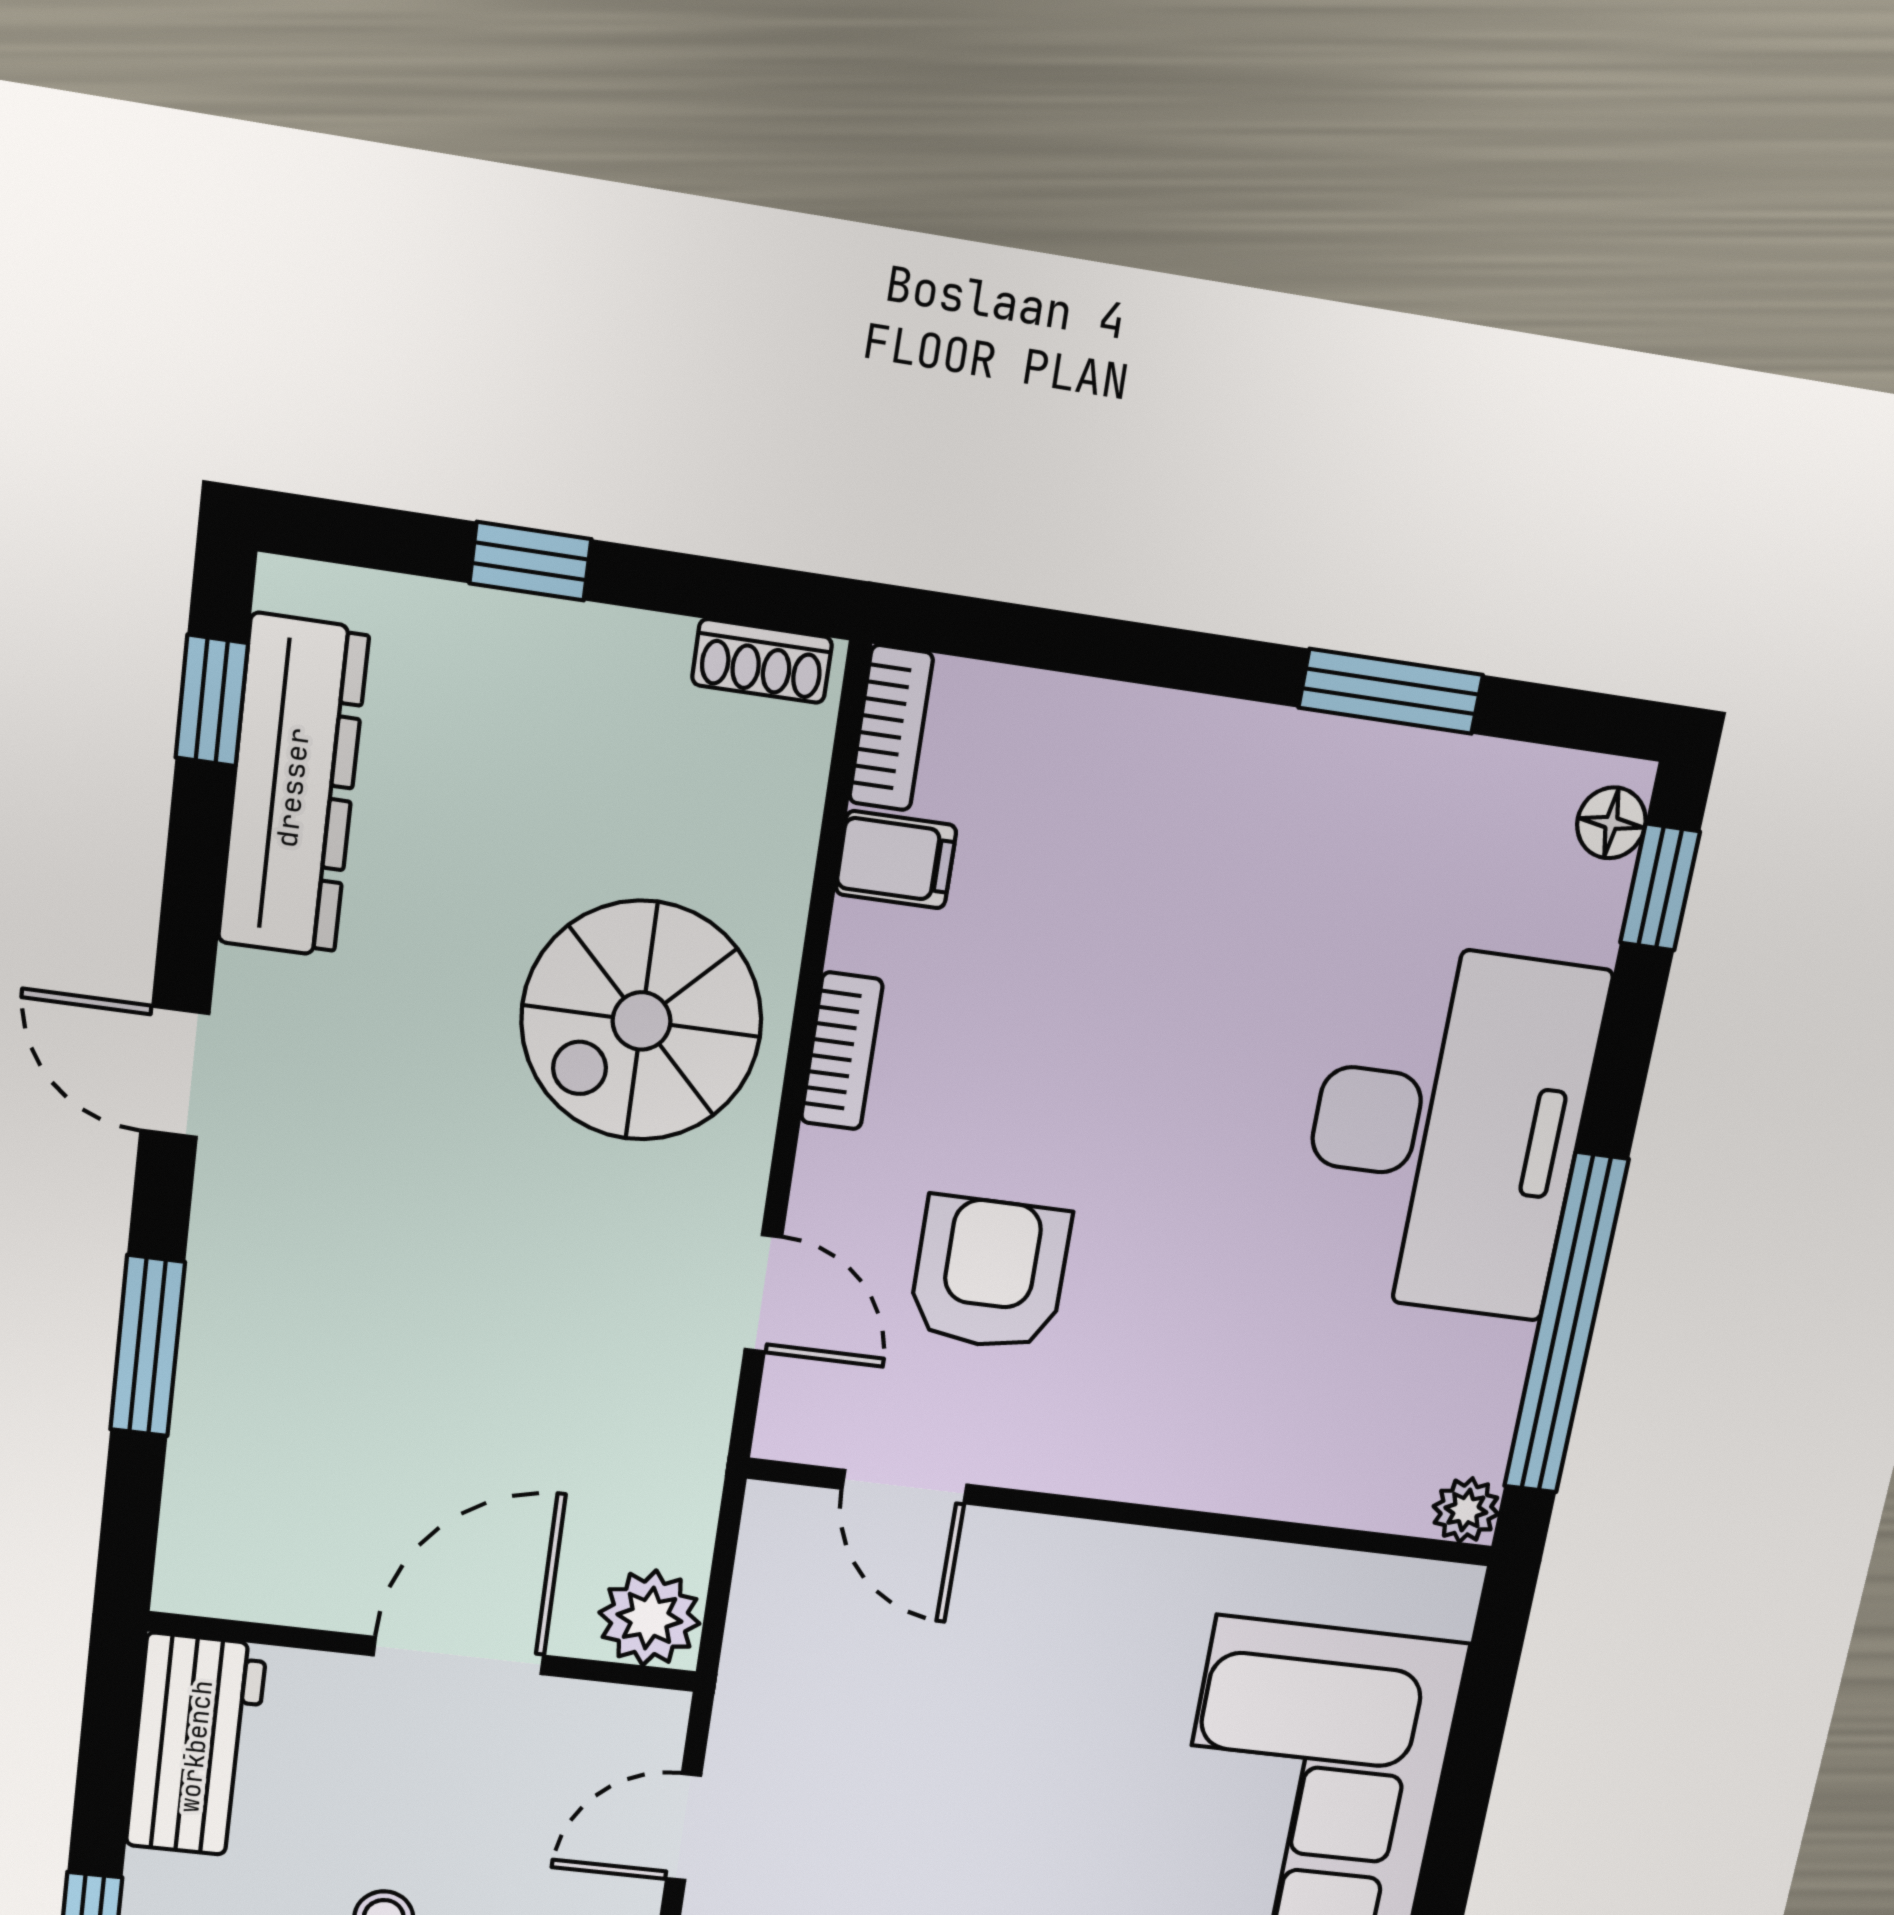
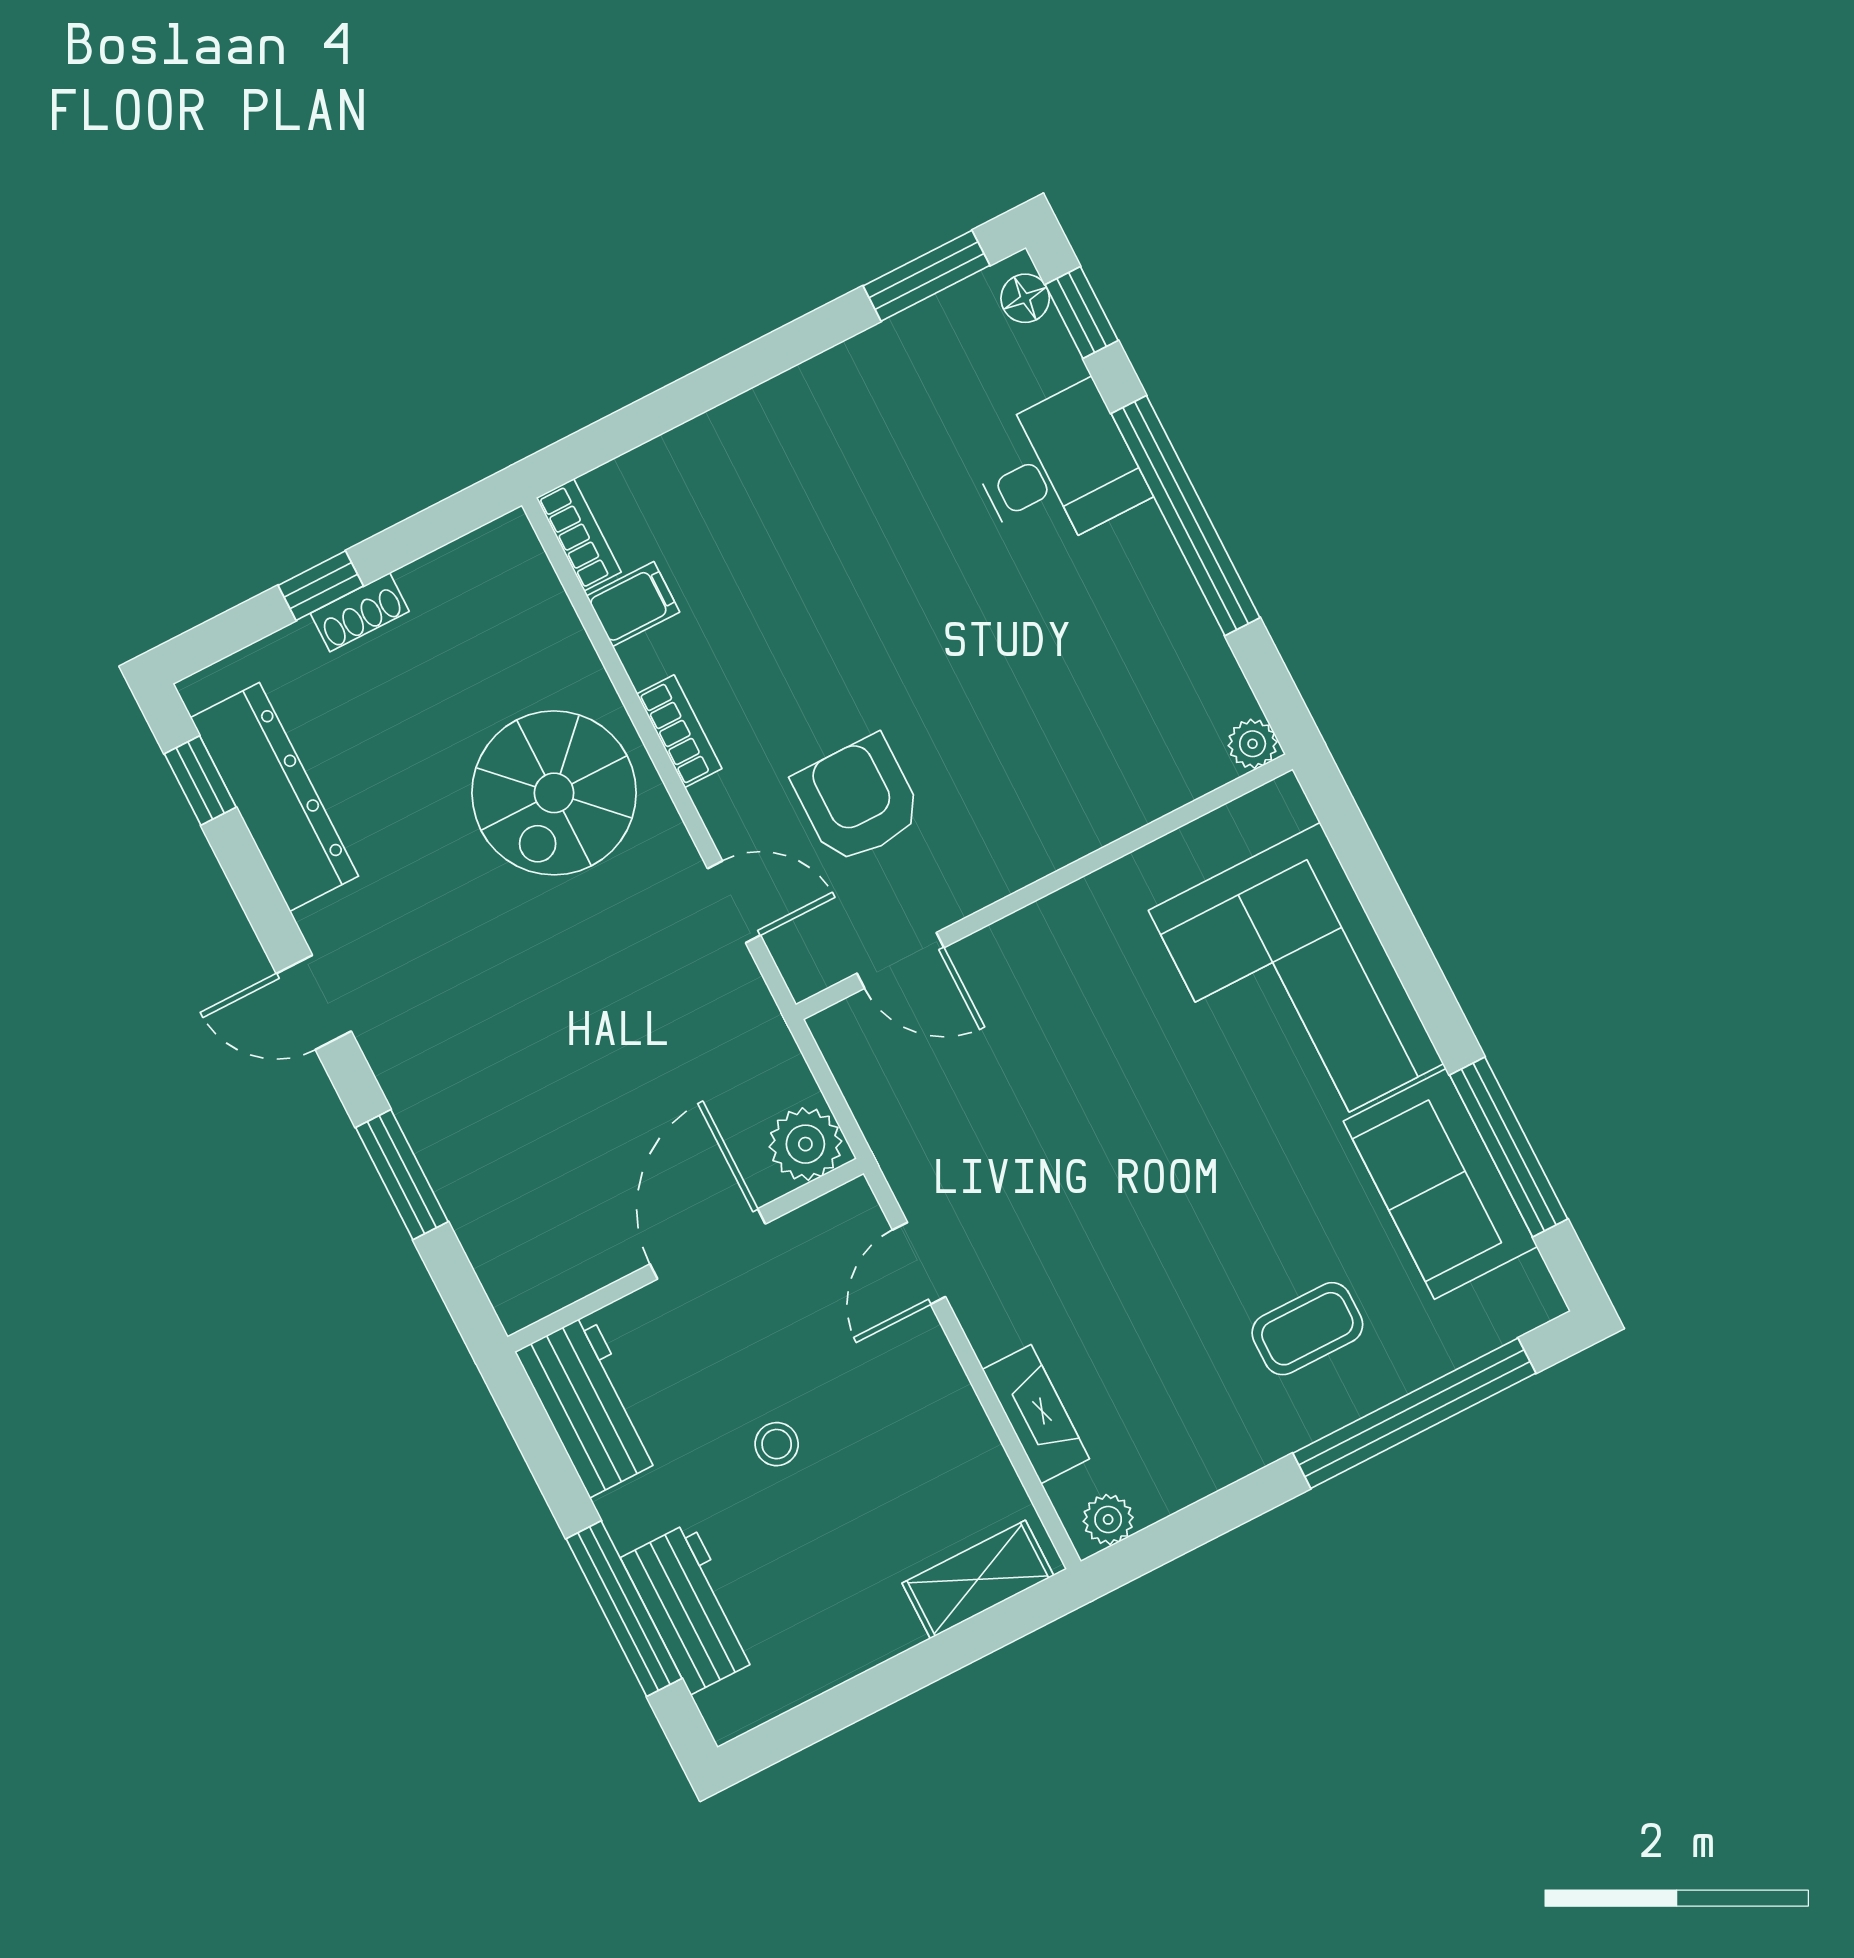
shoe rack: (762, 661) -> (360, 612), moved
window: (1391, 691) -> (927, 276), moved
desk: (1447, 1131) -> (1058, 470), width x0.53, depth x0.77
window: (1566, 1324) -> (1186, 516), moved

